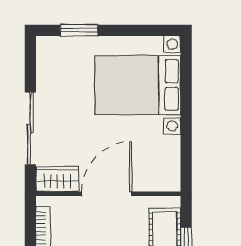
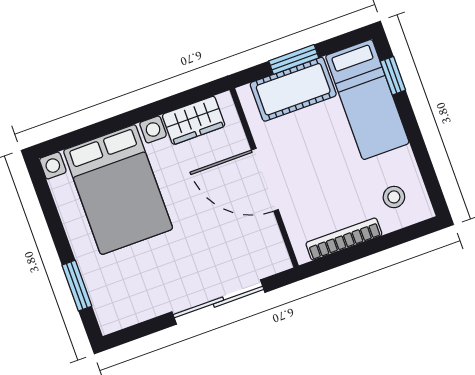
wardrobe: (57, 179) -> (194, 120), moved, turned -90

